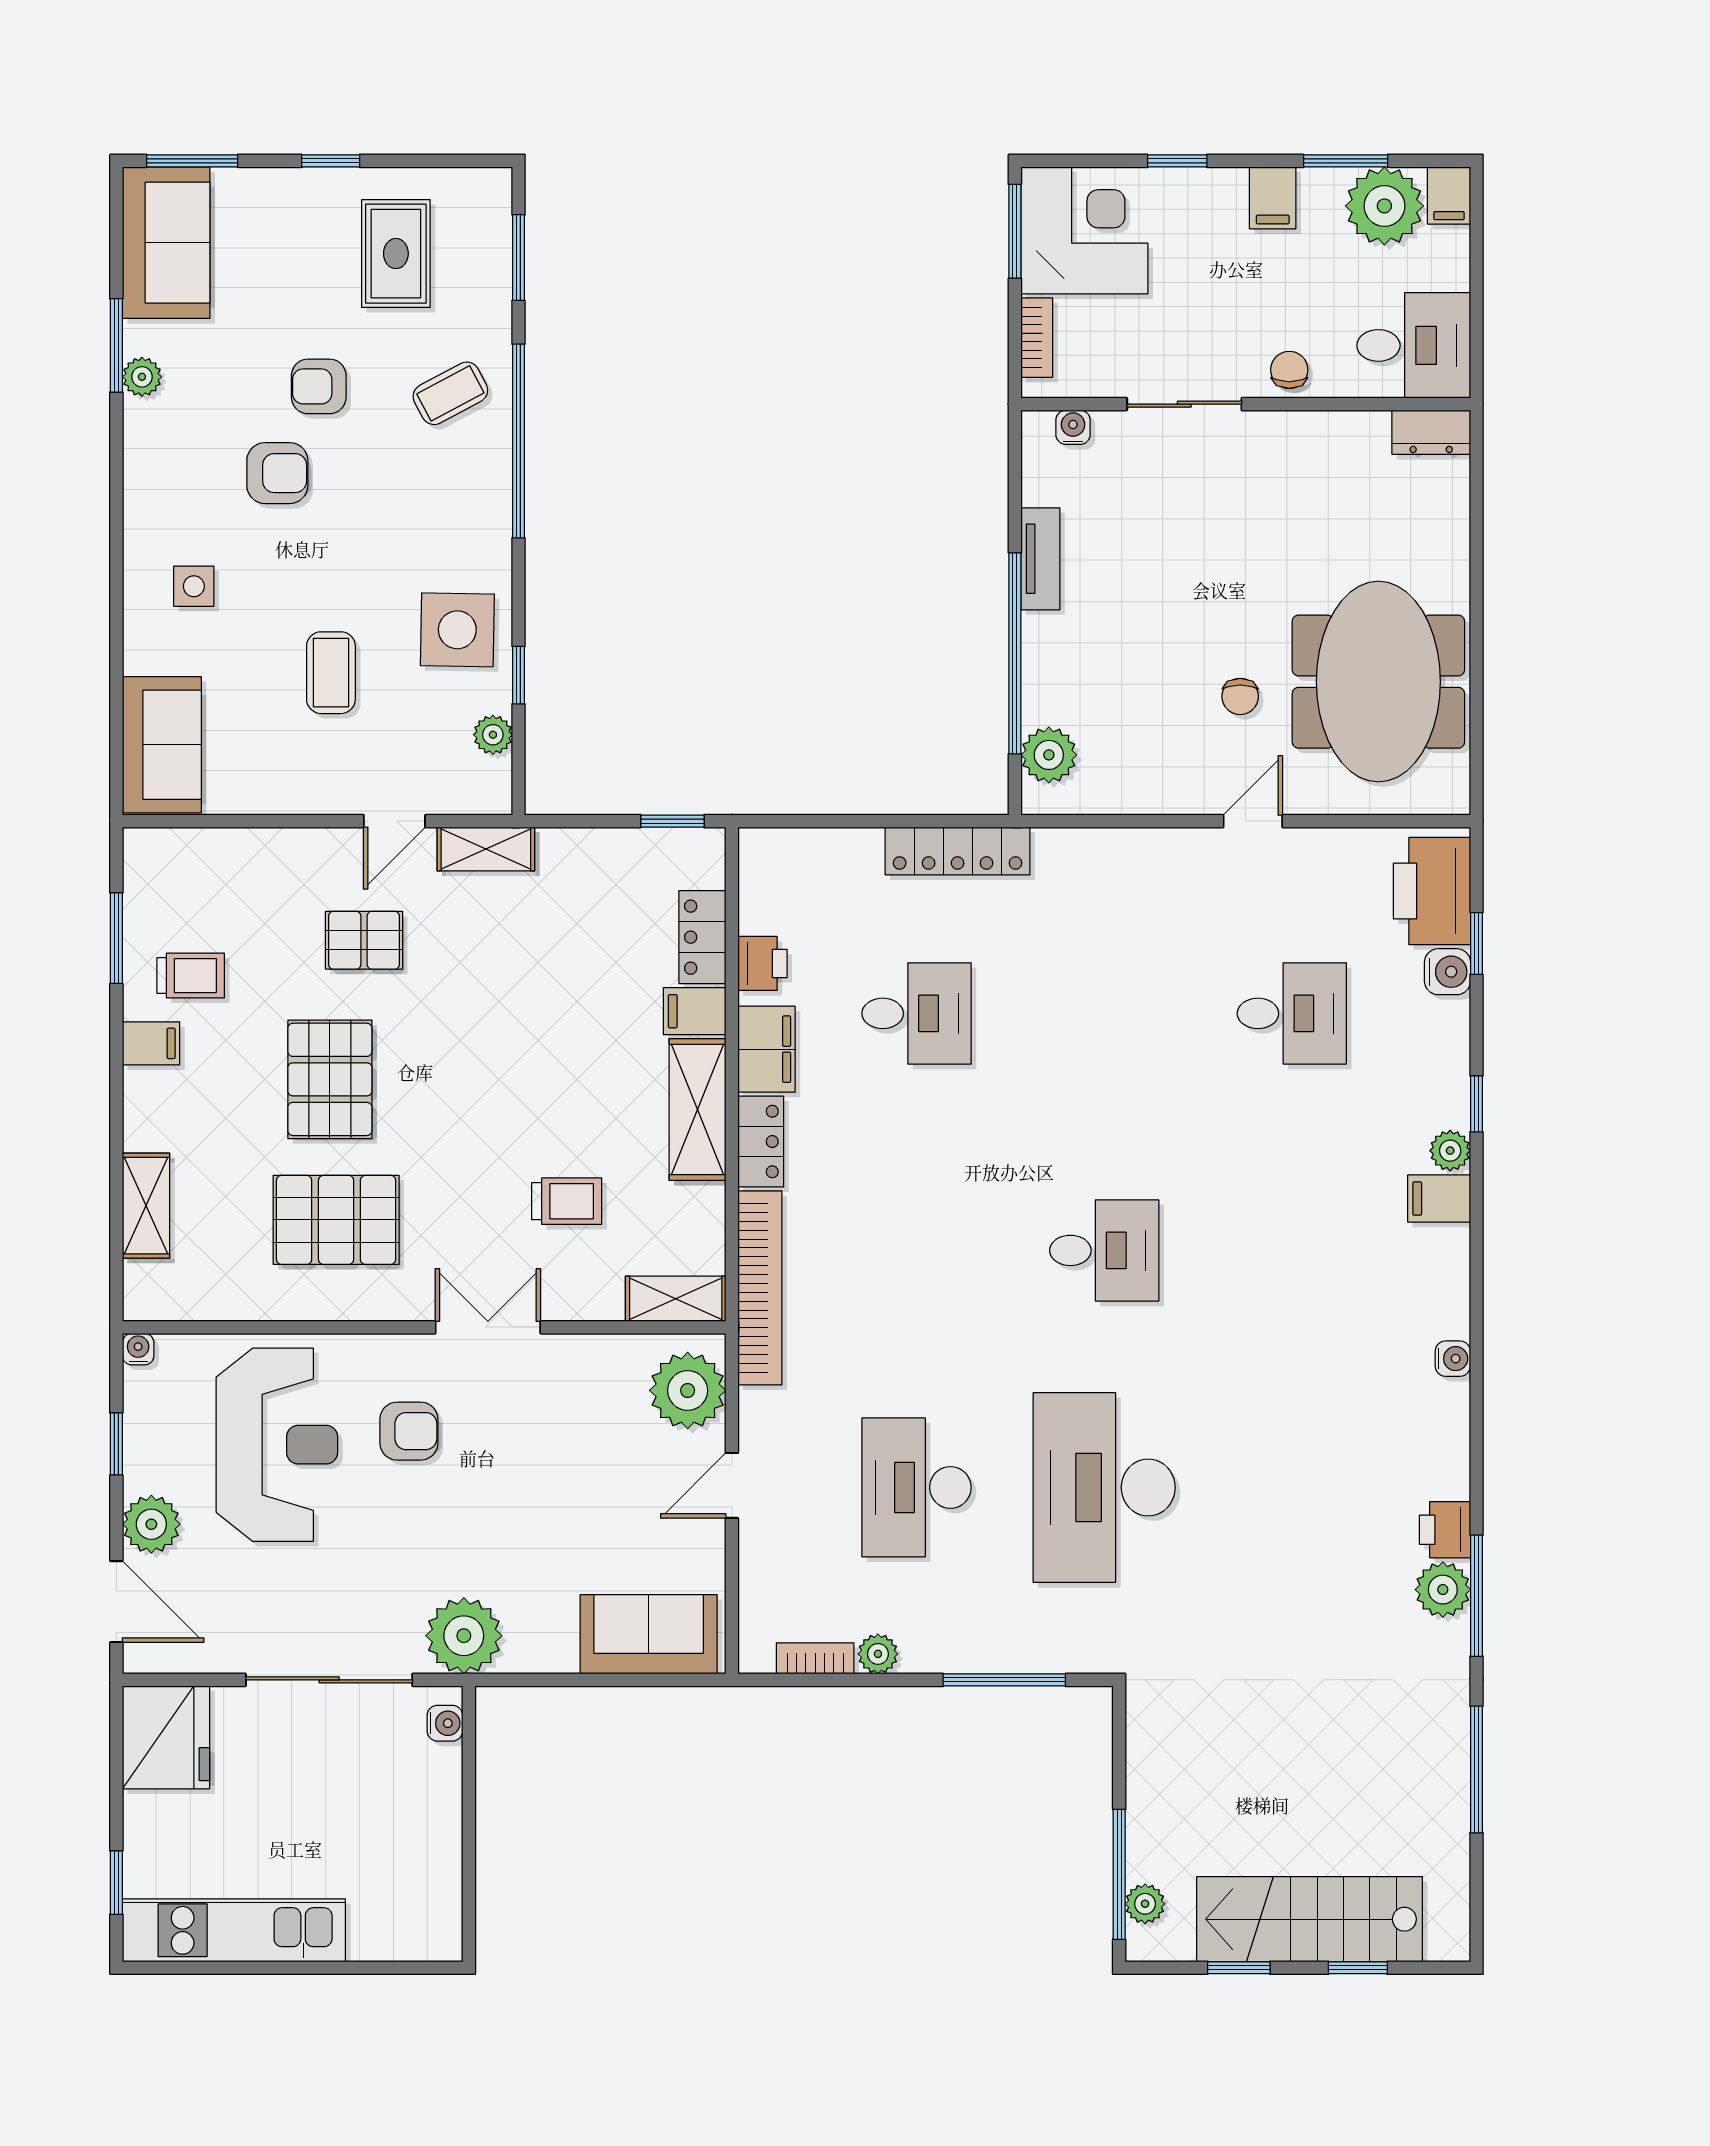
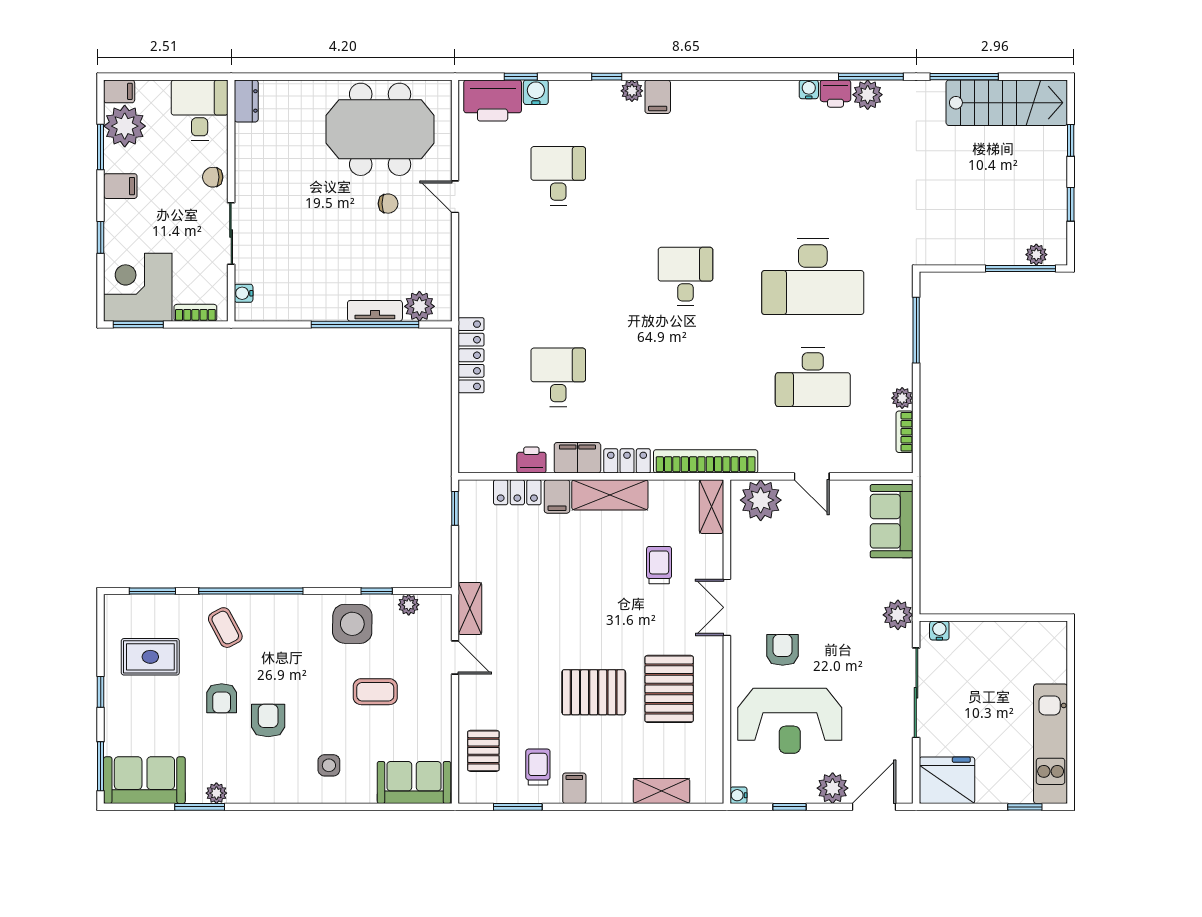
tv unit: (1040, 559) -> (375, 311), moved
pallet: (364, 940) -> (483, 751), moved
water cooler: (1453, 1359) -> (809, 89), moved
reception desk: (277, 1445) -> (790, 721), turned 180
plant: (464, 1636) -> (898, 615), width x0.73, depth x0.73
stairs: (1310, 1919) -> (1007, 103), moved, turned -90

